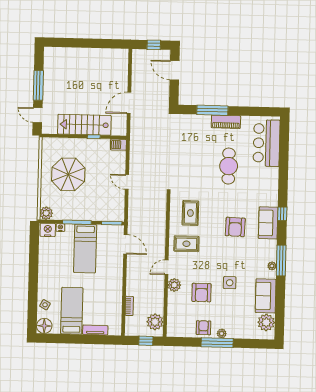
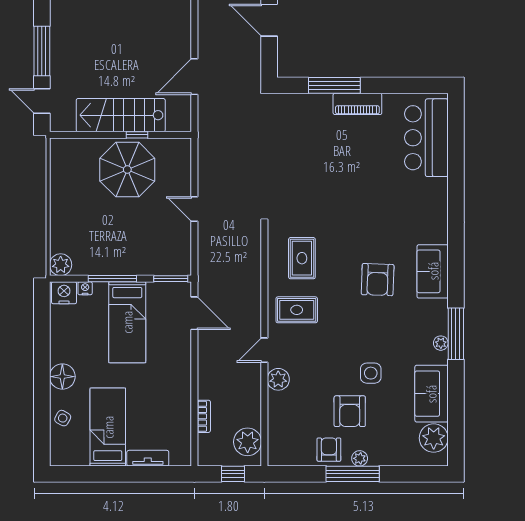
barbecue: (118, 145) -> (178, 147), removed
cafe table: (229, 166) -> (364, 178), removed
parasol: (68, 174) -> (127, 170), moved
window: (282, 214) -> (456, 255), removed
armchair: (201, 293) -> (350, 411), moved
floor lamp: (44, 326) -> (62, 377), moved

